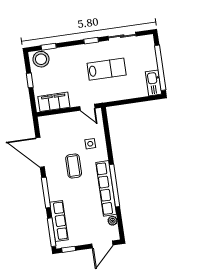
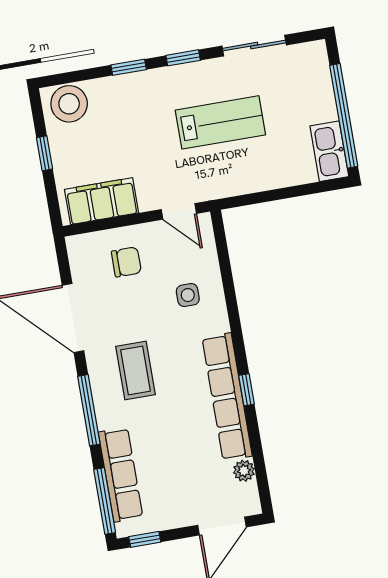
window: (49, 47) -> (129, 67), moved
chair: (64, 129) -> (126, 262), added
coffee table: (74, 166) -> (135, 370), moved
window: (115, 186) -> (246, 390), width x0.32

